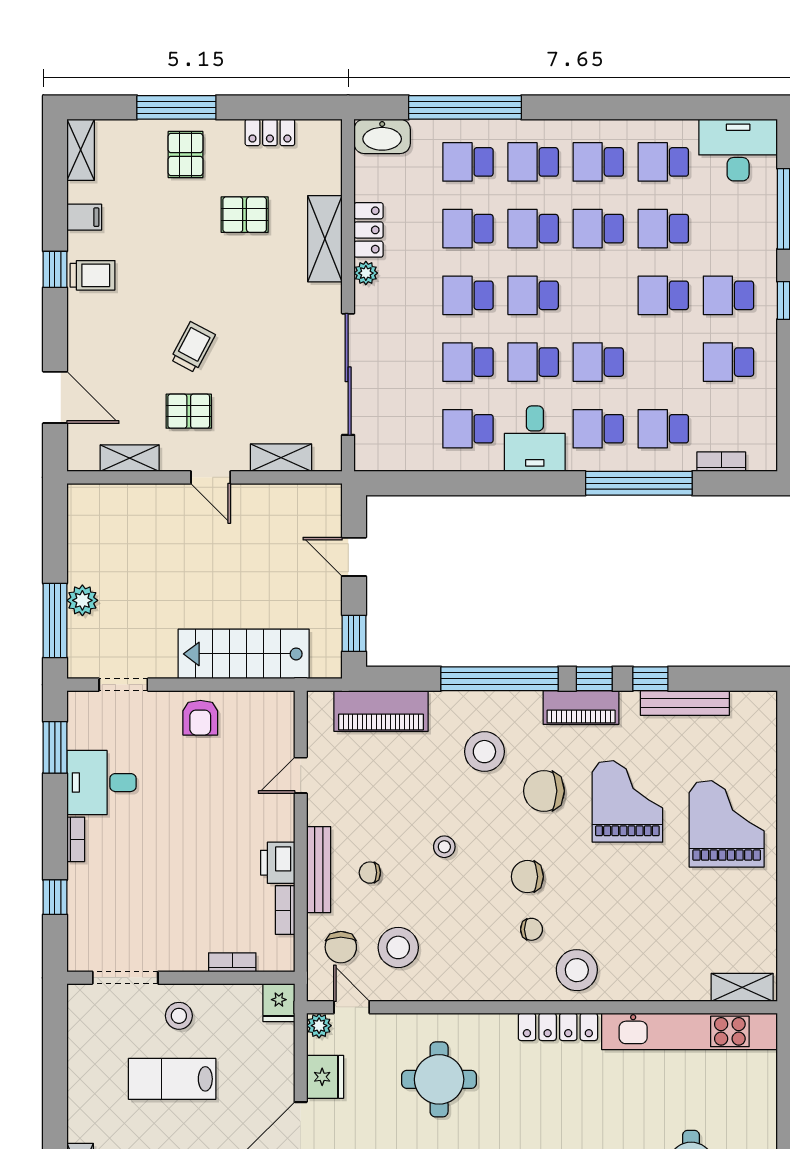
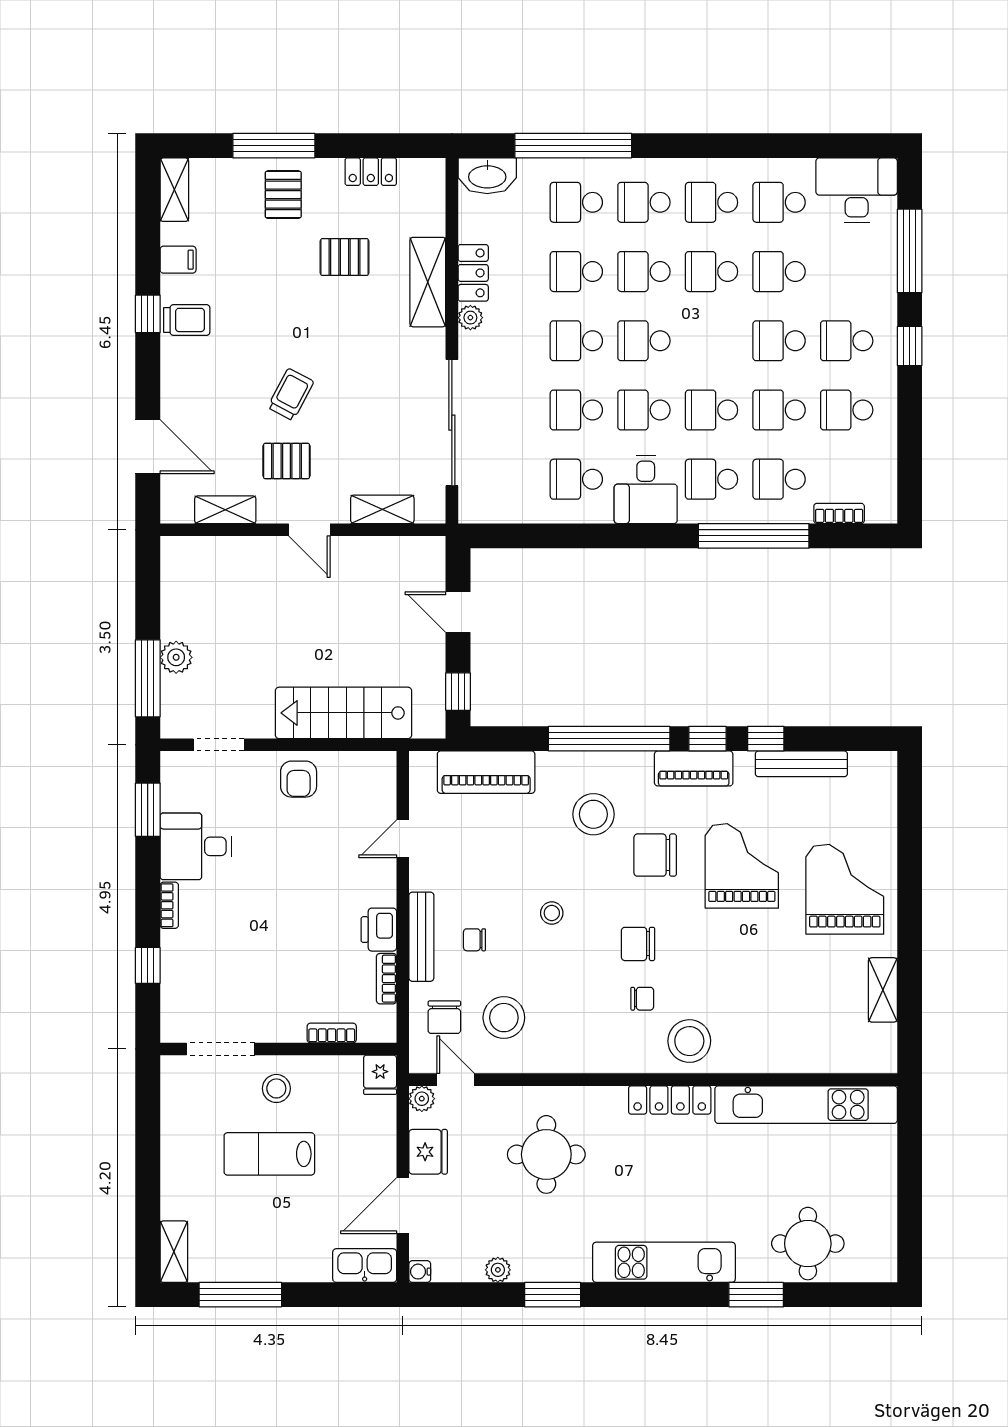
school desk: (663, 362) -> (779, 410), added
shelving: (742, 987) -> (883, 990), moved, turned 90

